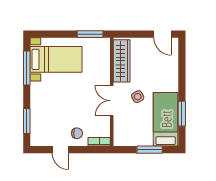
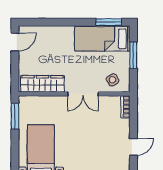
side table: (138, 97) -> (112, 80), moved
window: (182, 114) -> (109, 22), moved
chair: (77, 133) -> (117, 130), removed

